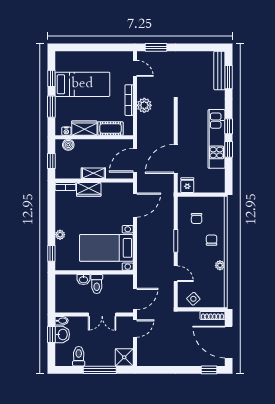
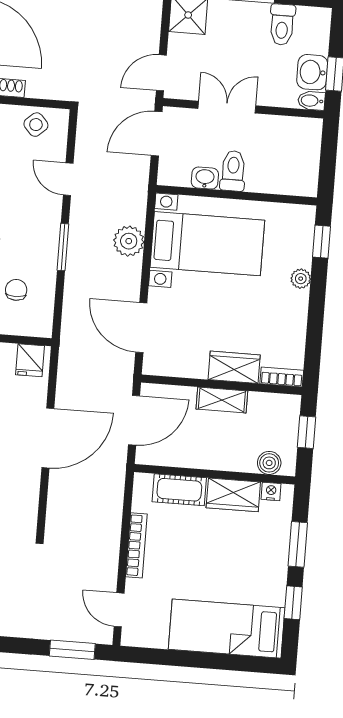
bed: (82, 84) -> (227, 629), moved
plant: (144, 105) -> (129, 241), moved
door: (176, 159) -> (48, 438), moved
door: (135, 205) -> (141, 328), hinge flipped
washbasin: (83, 279) -> (205, 178), moved

